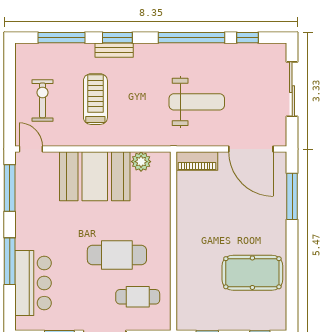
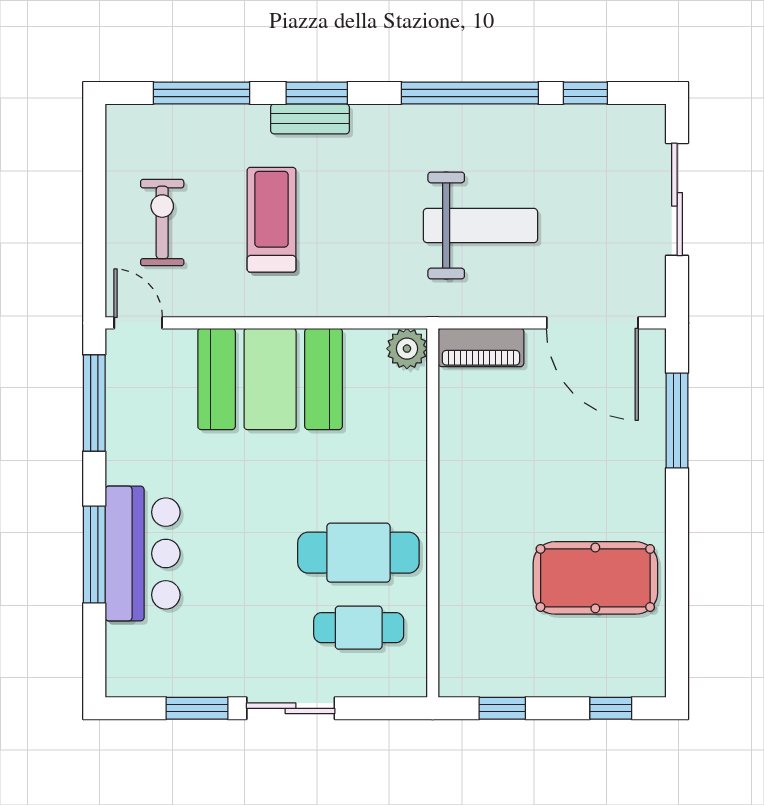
plant: (141, 162) -> (407, 349), moved
cafe table: (117, 255) -> (358, 553), moved
bar counter: (33, 283) -> (143, 553), moved

